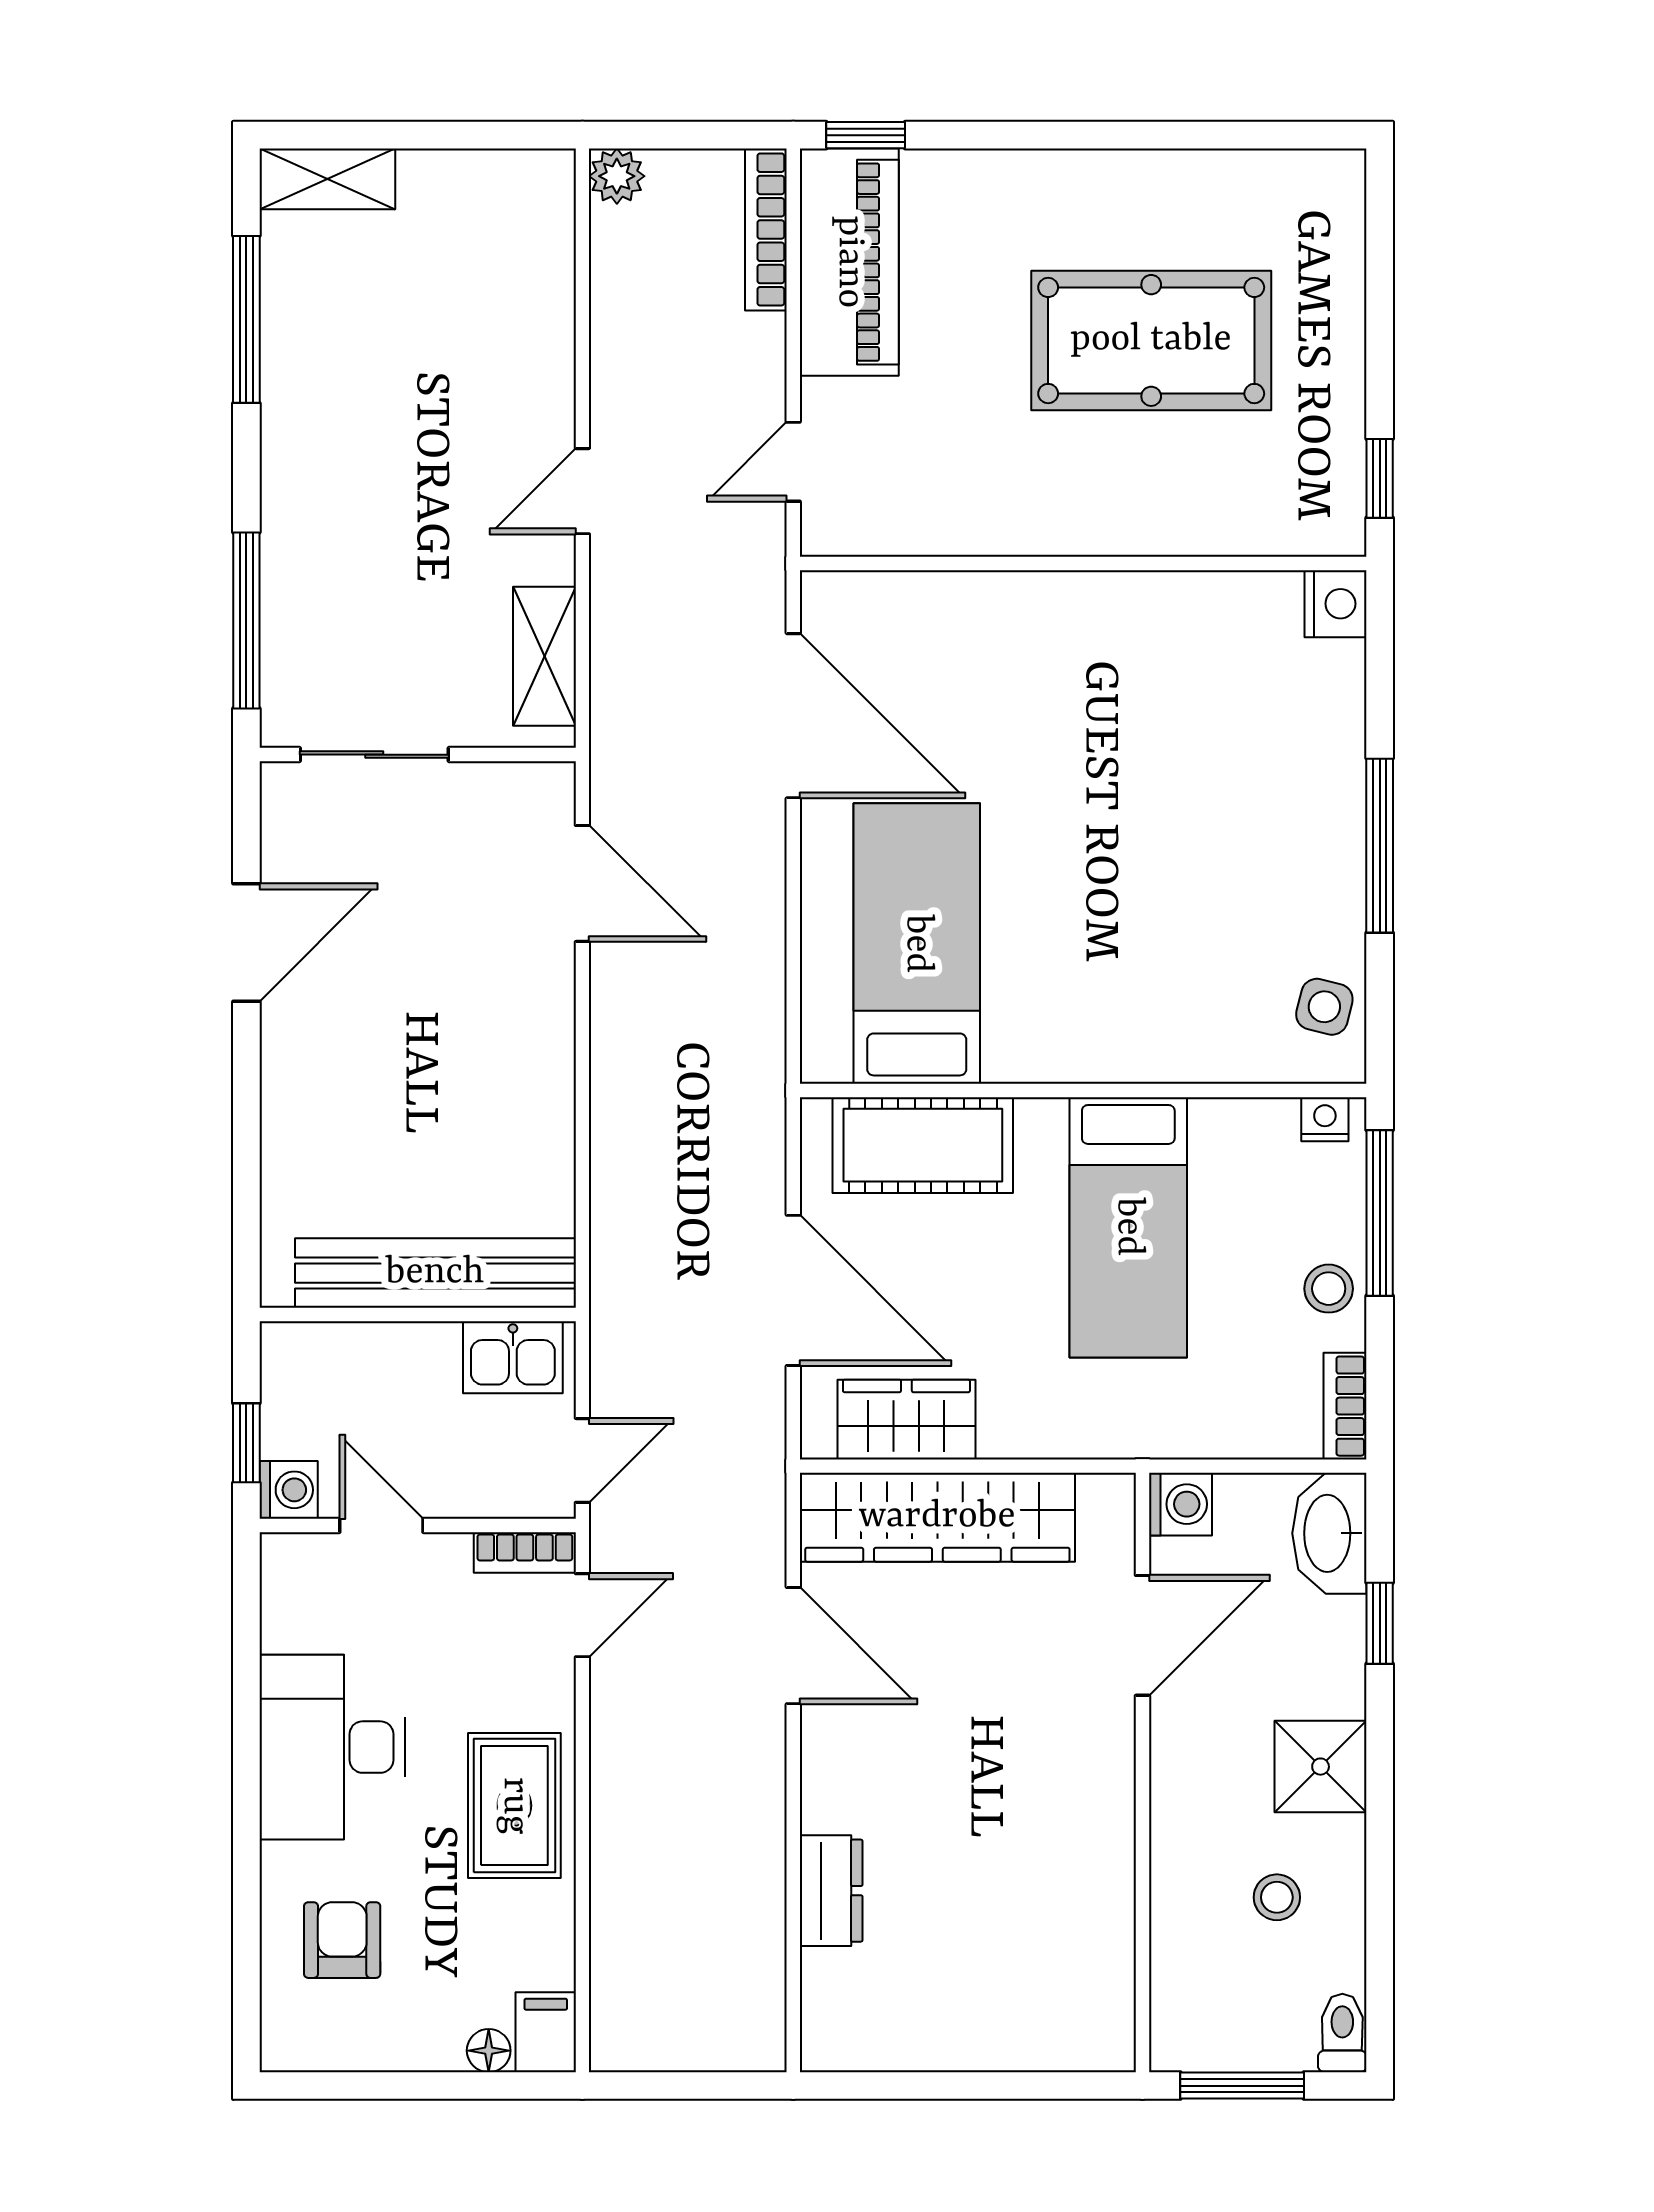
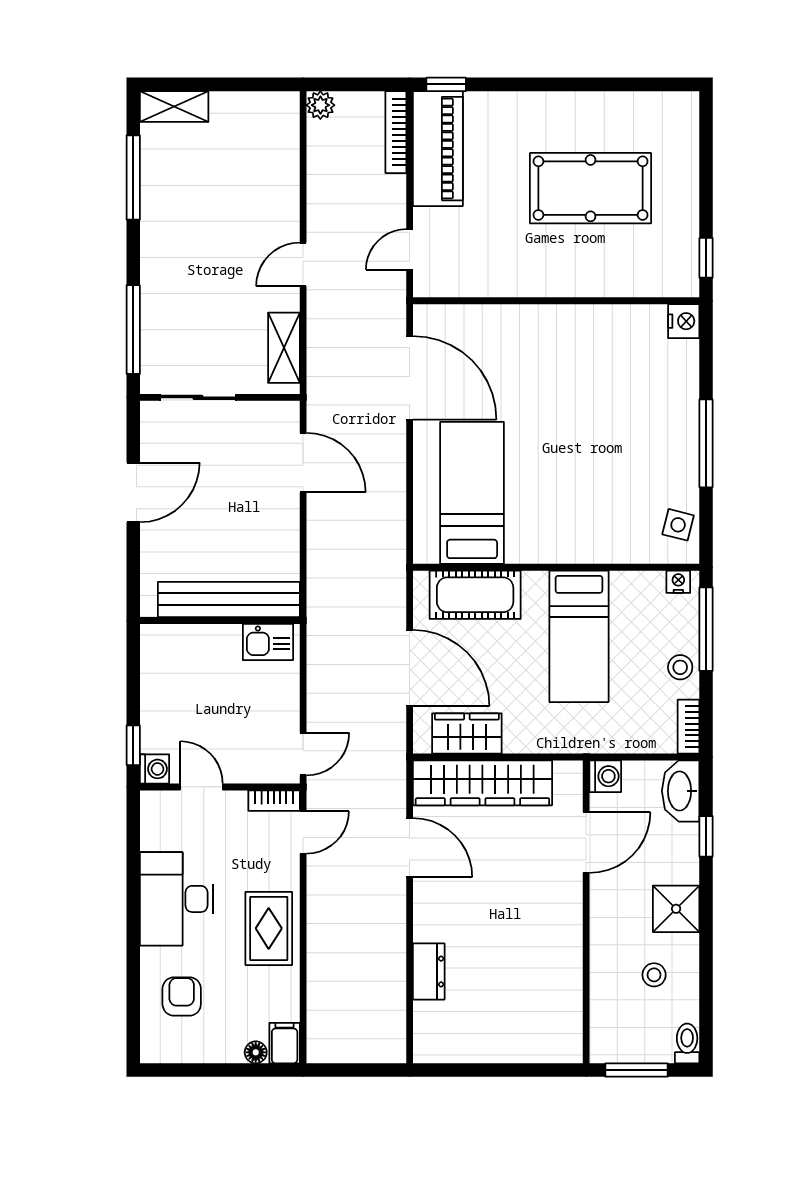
bench: (435, 1273) -> (229, 599), moved
wall: (418, 1315) -> (220, 620), moved
kitchen sink: (513, 1357) -> (268, 642), moved

